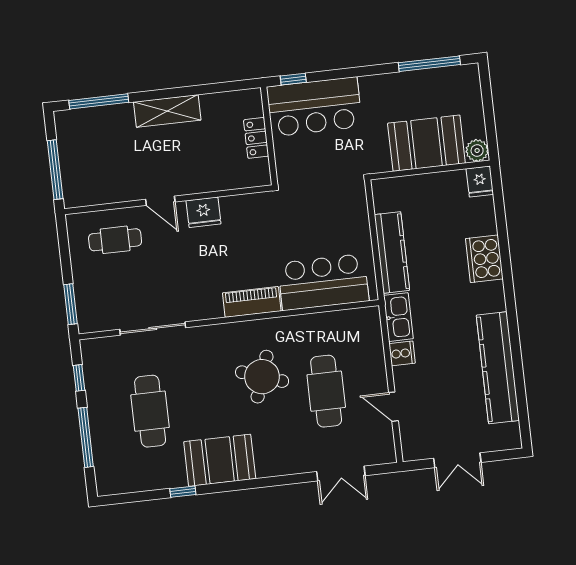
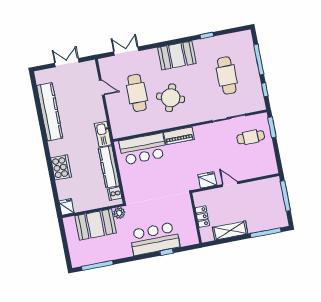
wall: (269, 136) -> (196, 218), moved
locker: (256, 138) -> (202, 217), moved
plant: (477, 151) -> (119, 213), moved
cafe table: (115, 240) -> (251, 137), moved
cooker: (402, 353) -> (115, 194), moved
booth: (220, 460) -> (177, 55), moved

